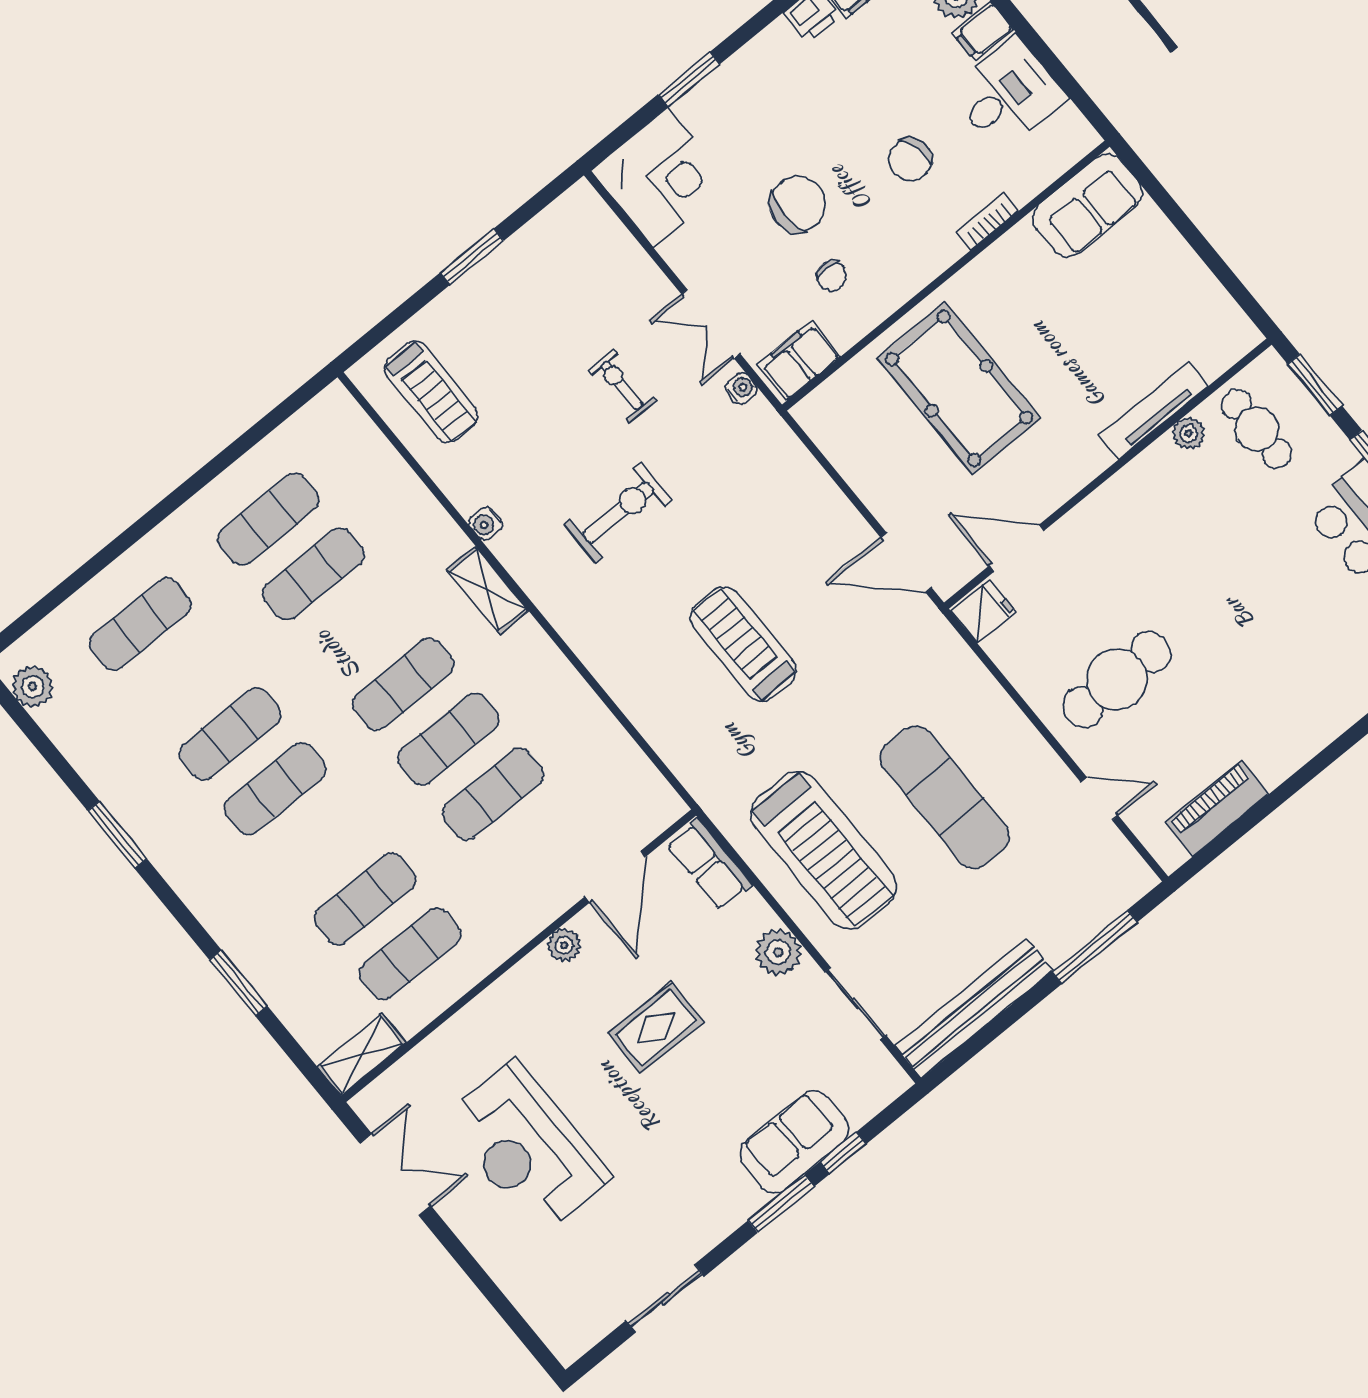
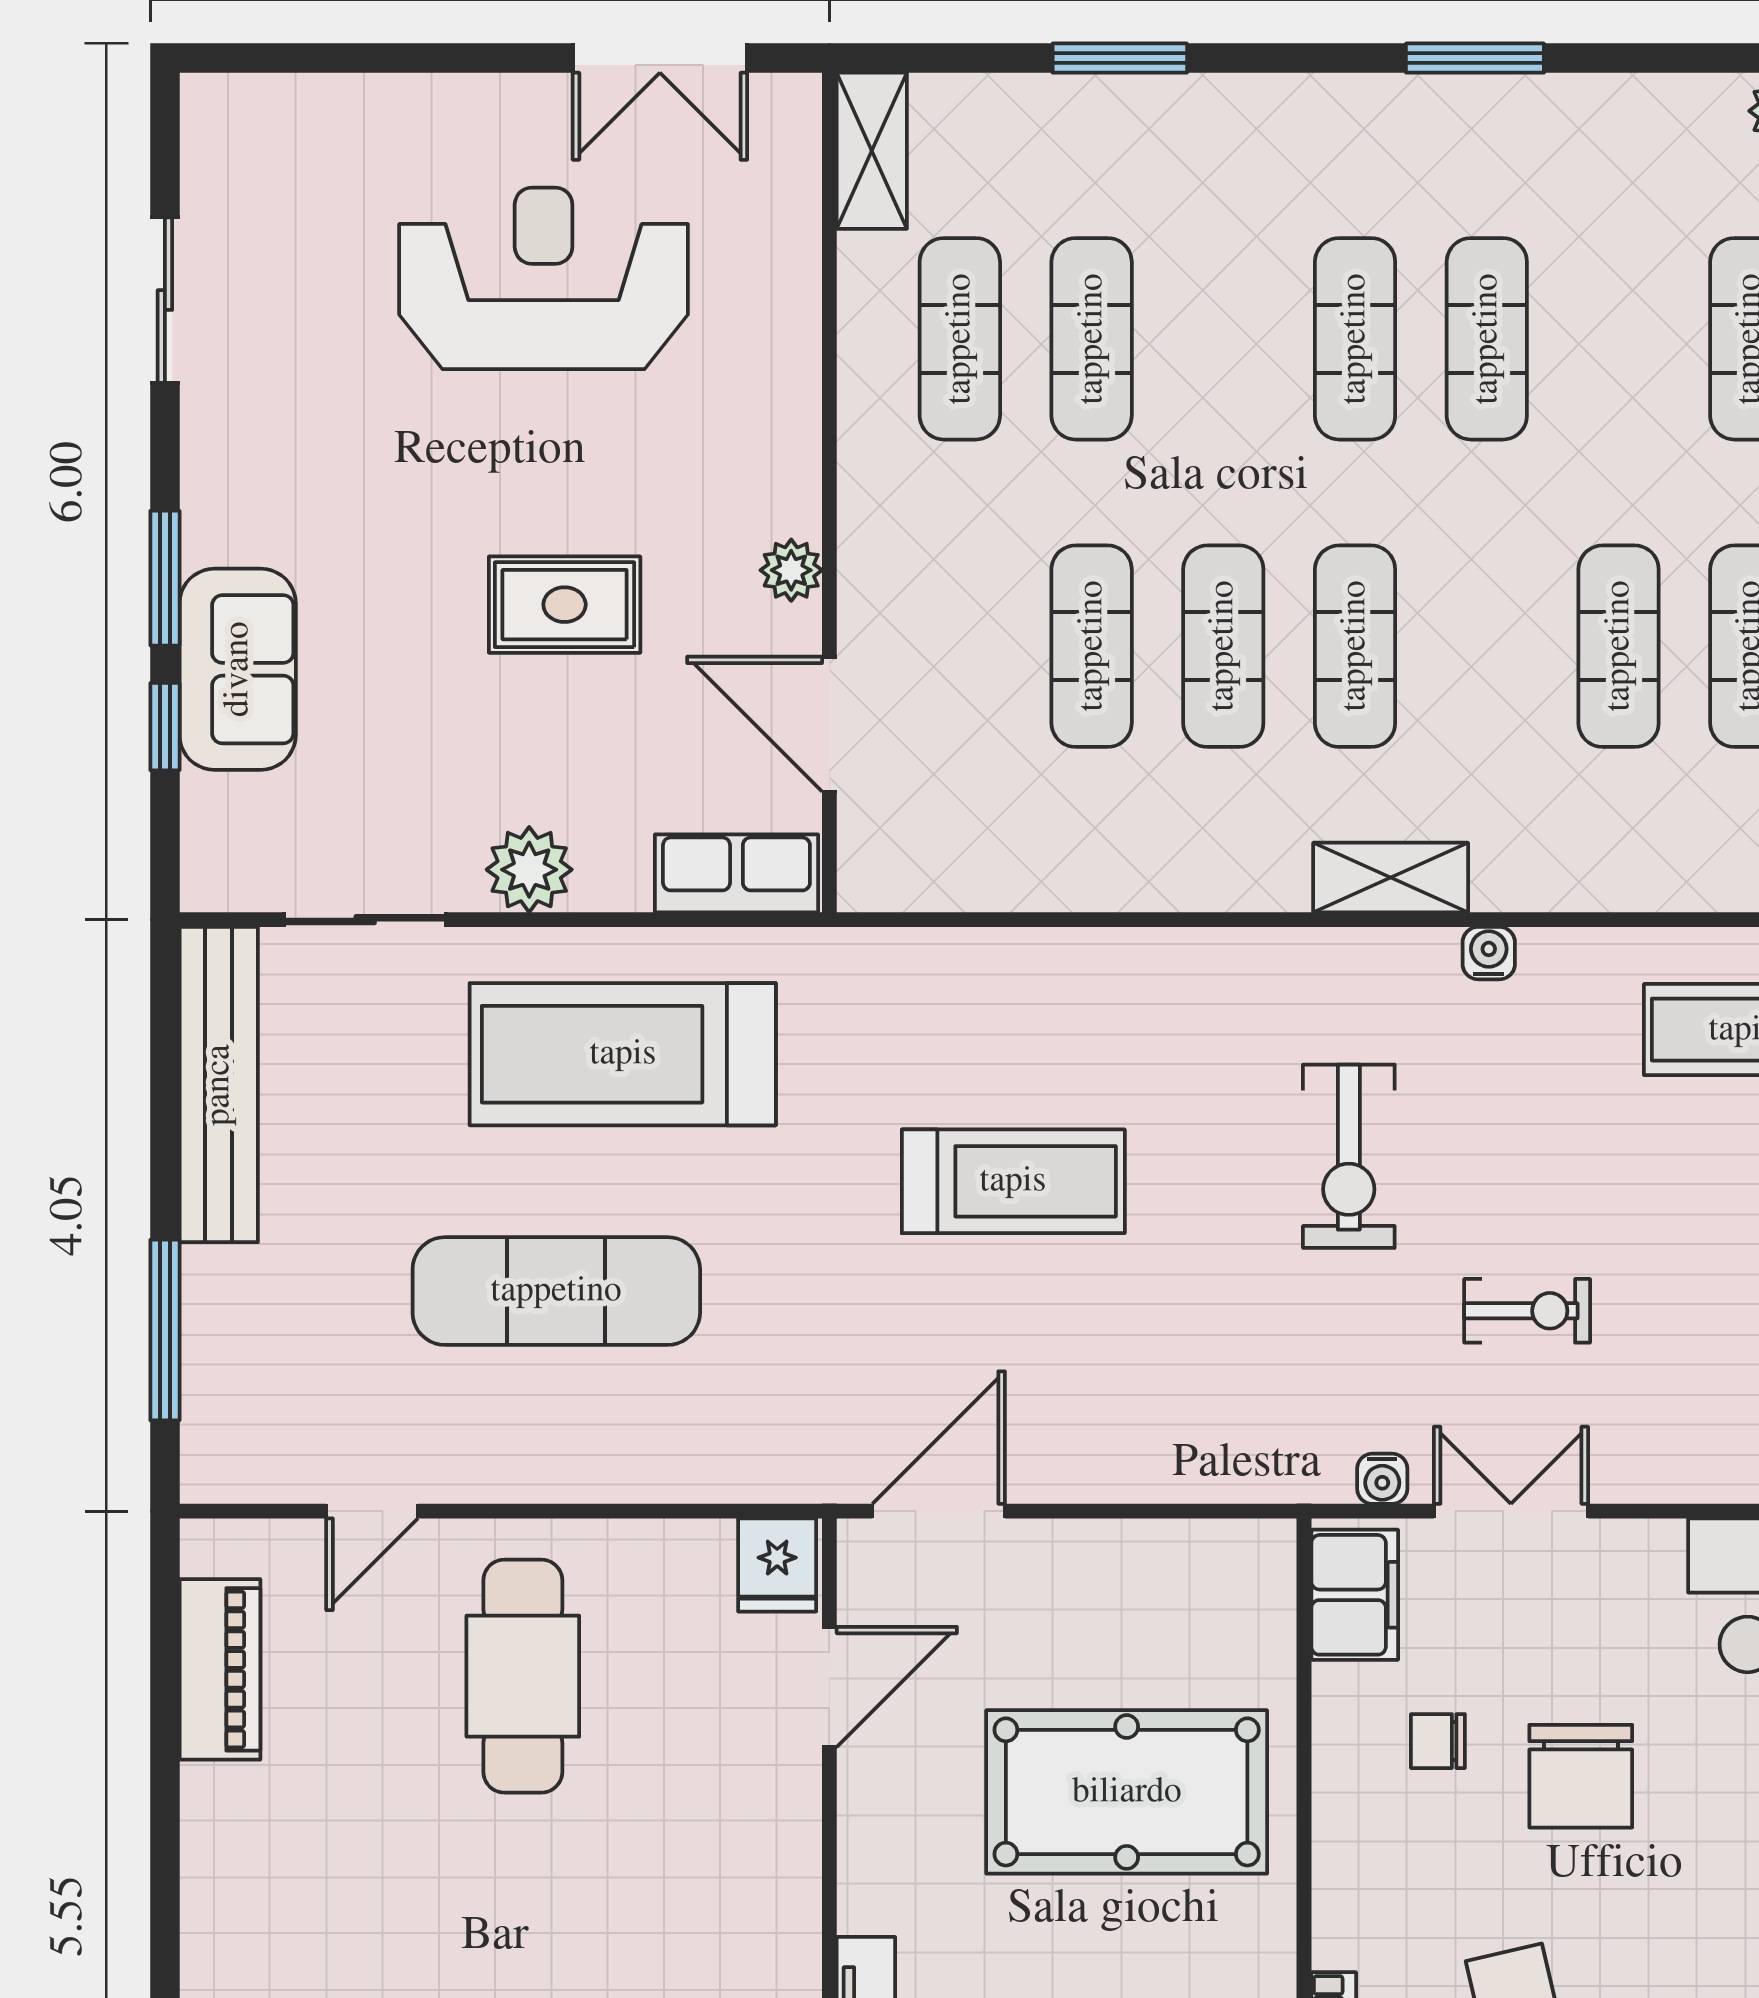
rug: (656, 1028) -> (565, 605), turned 90

